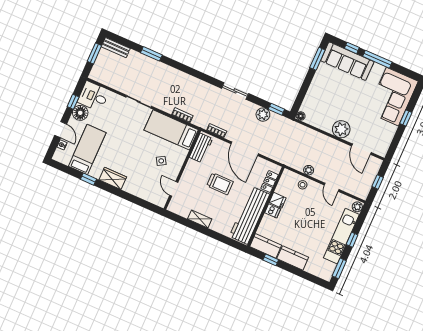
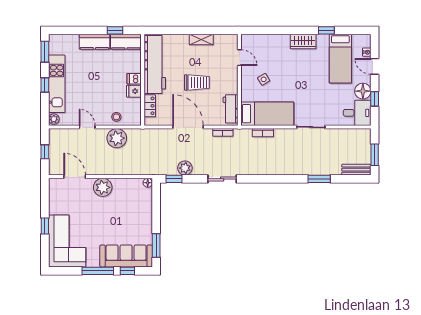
plant: (309, 170) -> (117, 138), width x1.88, depth x1.88
trolley: (220, 184) -> (197, 82), turned 180

